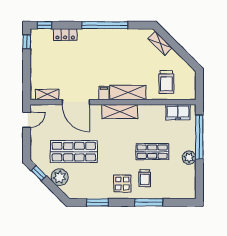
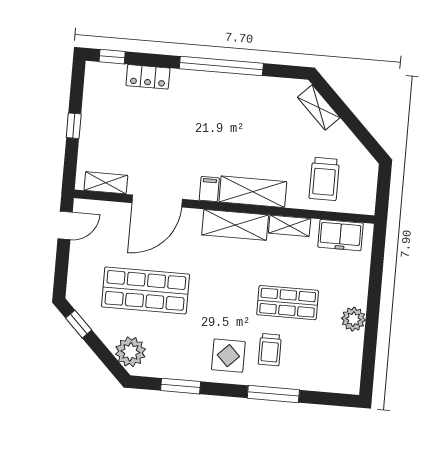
window: (27, 42) -> (74, 126), moved
door: (76, 102) -> (157, 201), hinge flipped
shelving: (150, 109) -> (290, 226), added
window: (199, 137) -> (375, 284), removed
plant: (60, 177) -> (130, 352), moved

